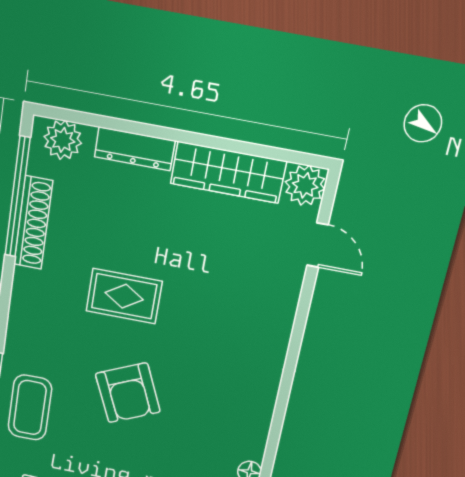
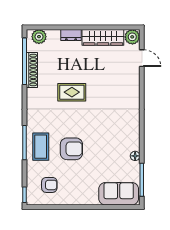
dresser: (135, 149) -> (71, 35), width x0.70
armchair: (128, 393) -> (71, 149), moved, turned -66

